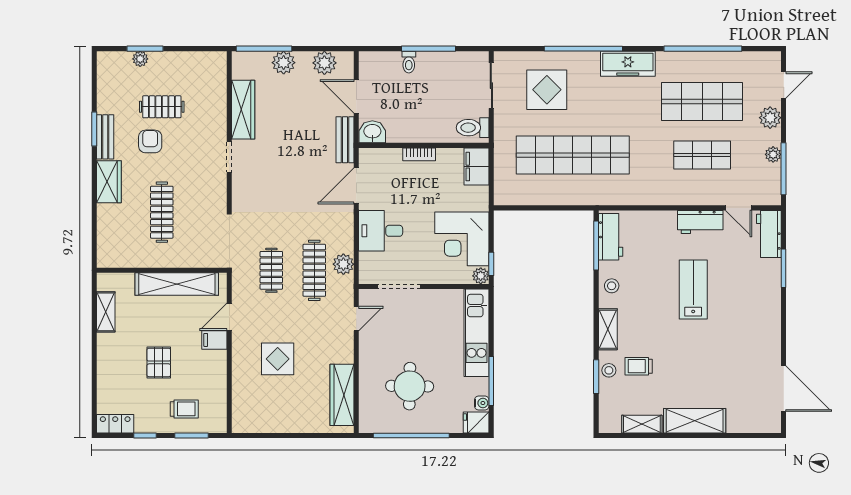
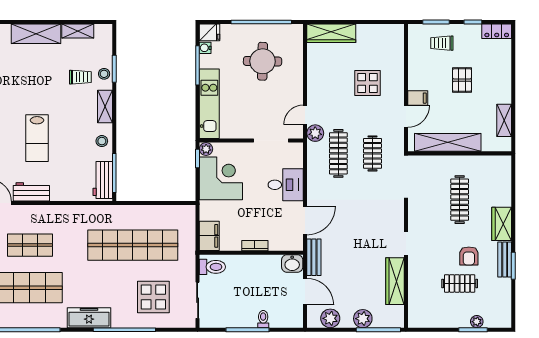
plant: (343, 264) -> (315, 133), moved
wardrobe: (342, 395) -> (331, 33), moved, turned 90

